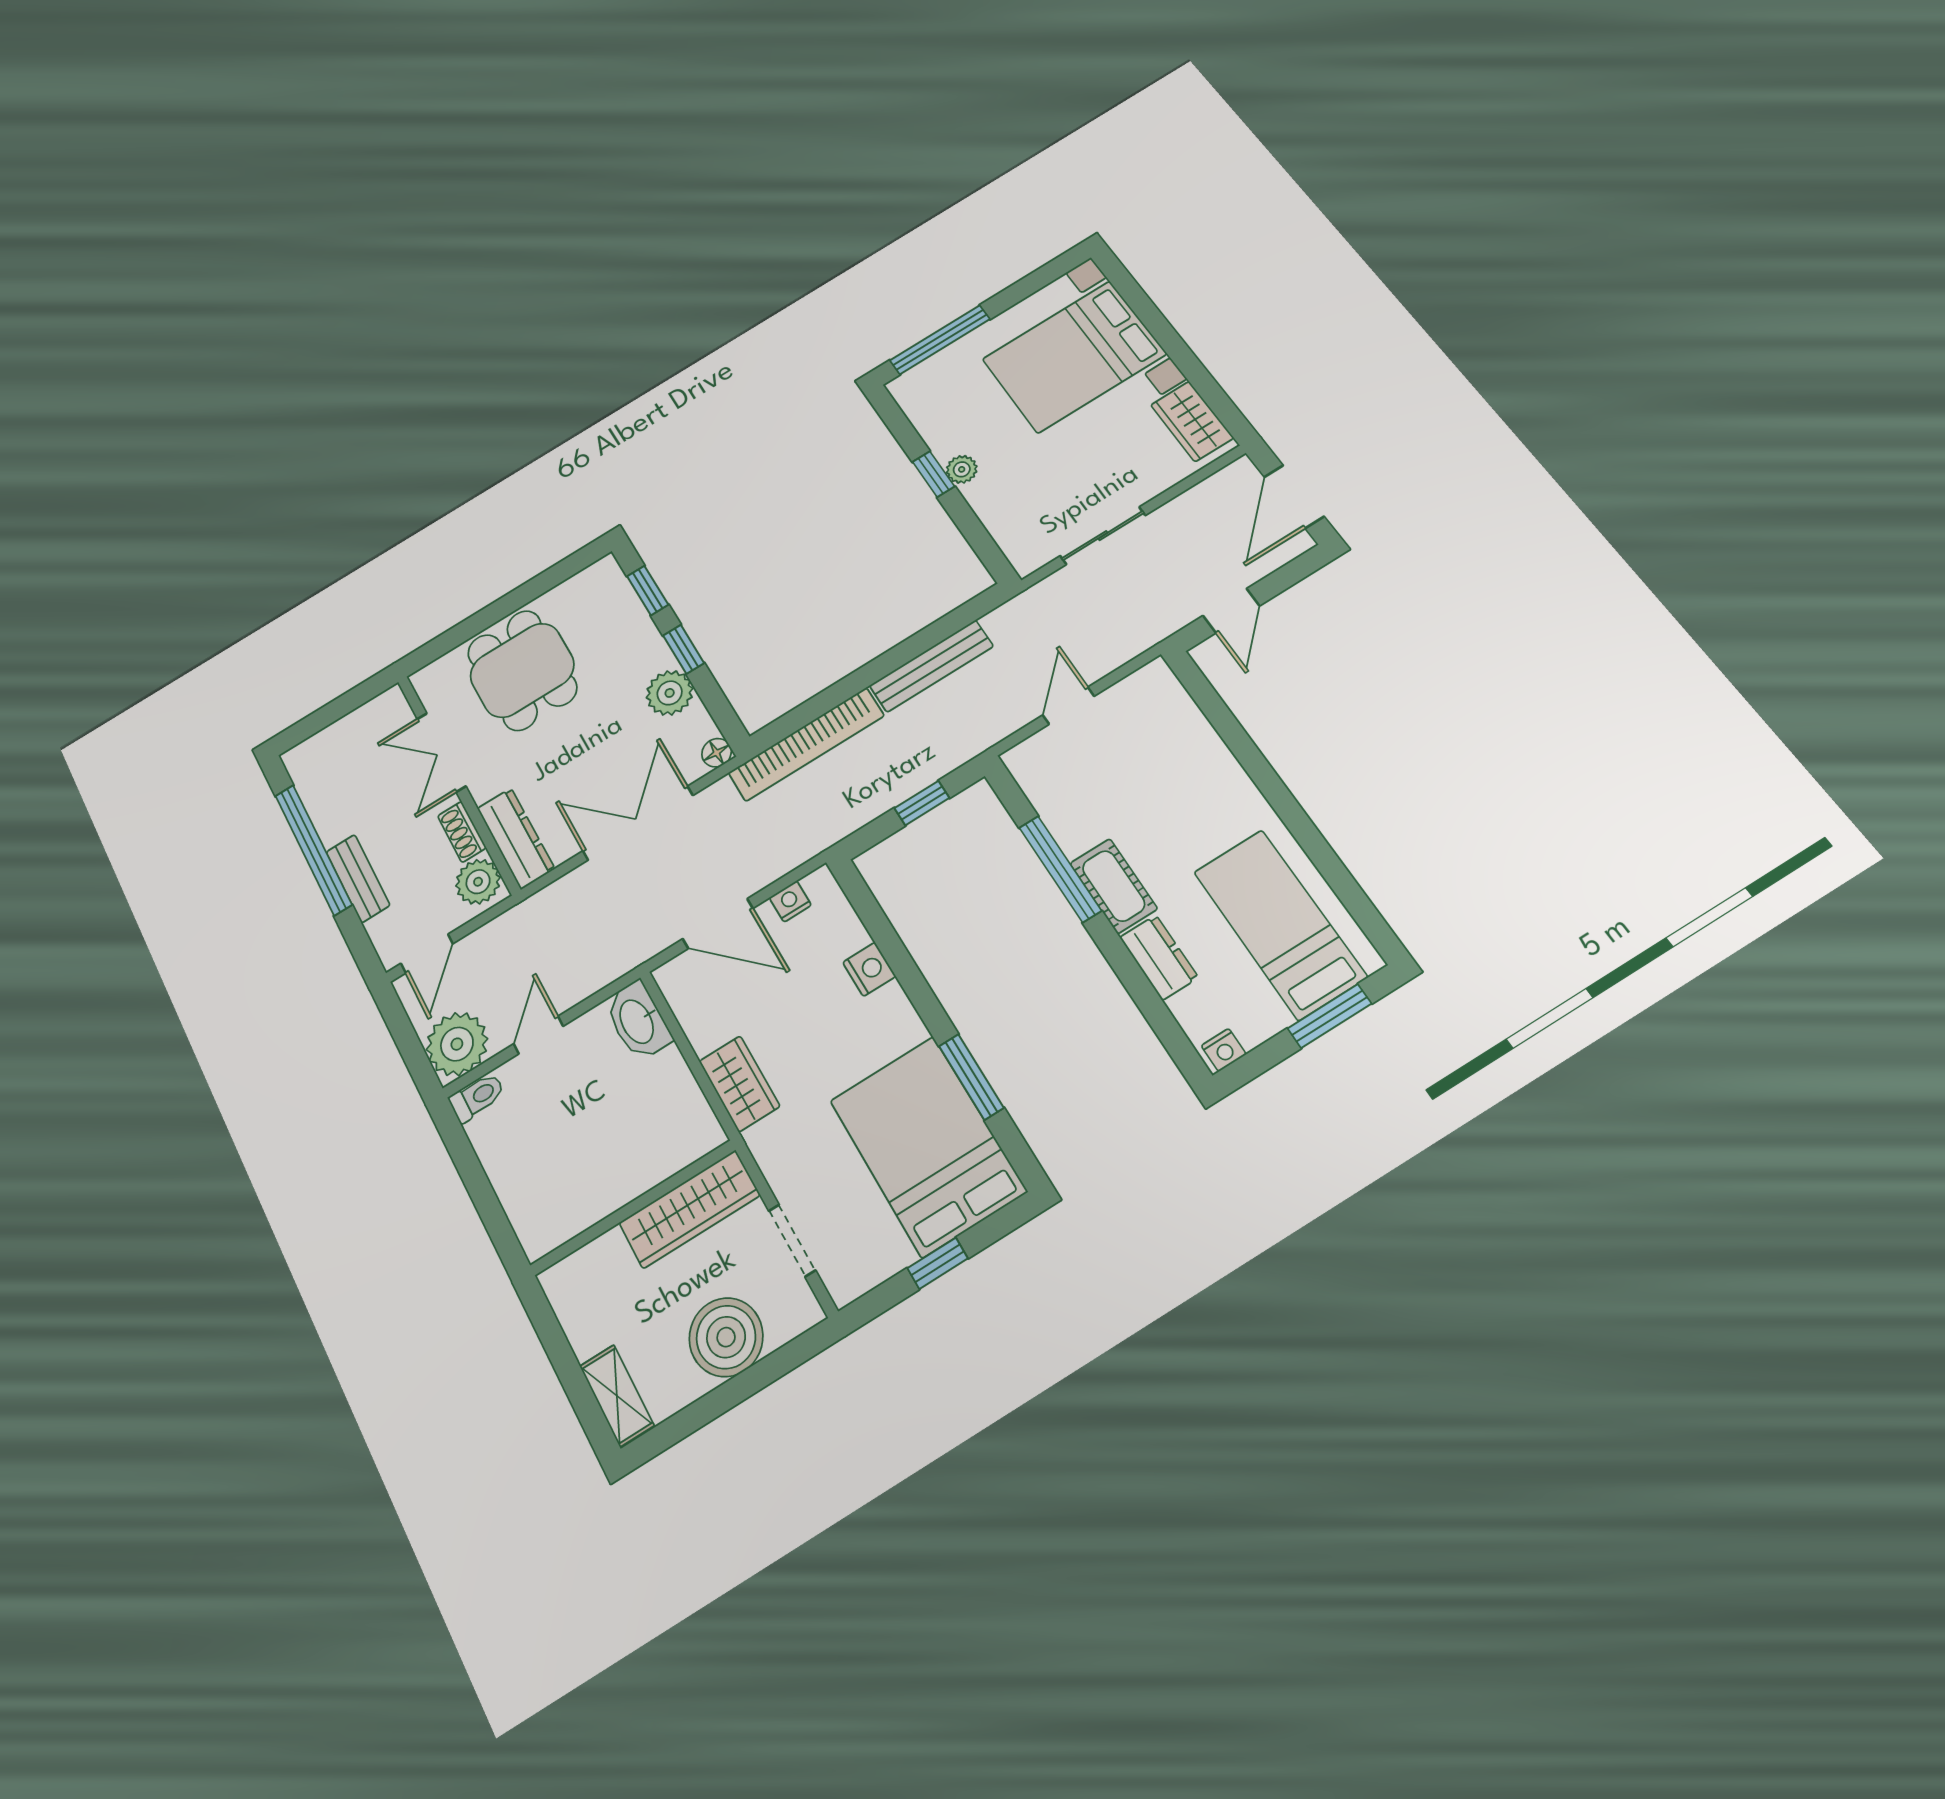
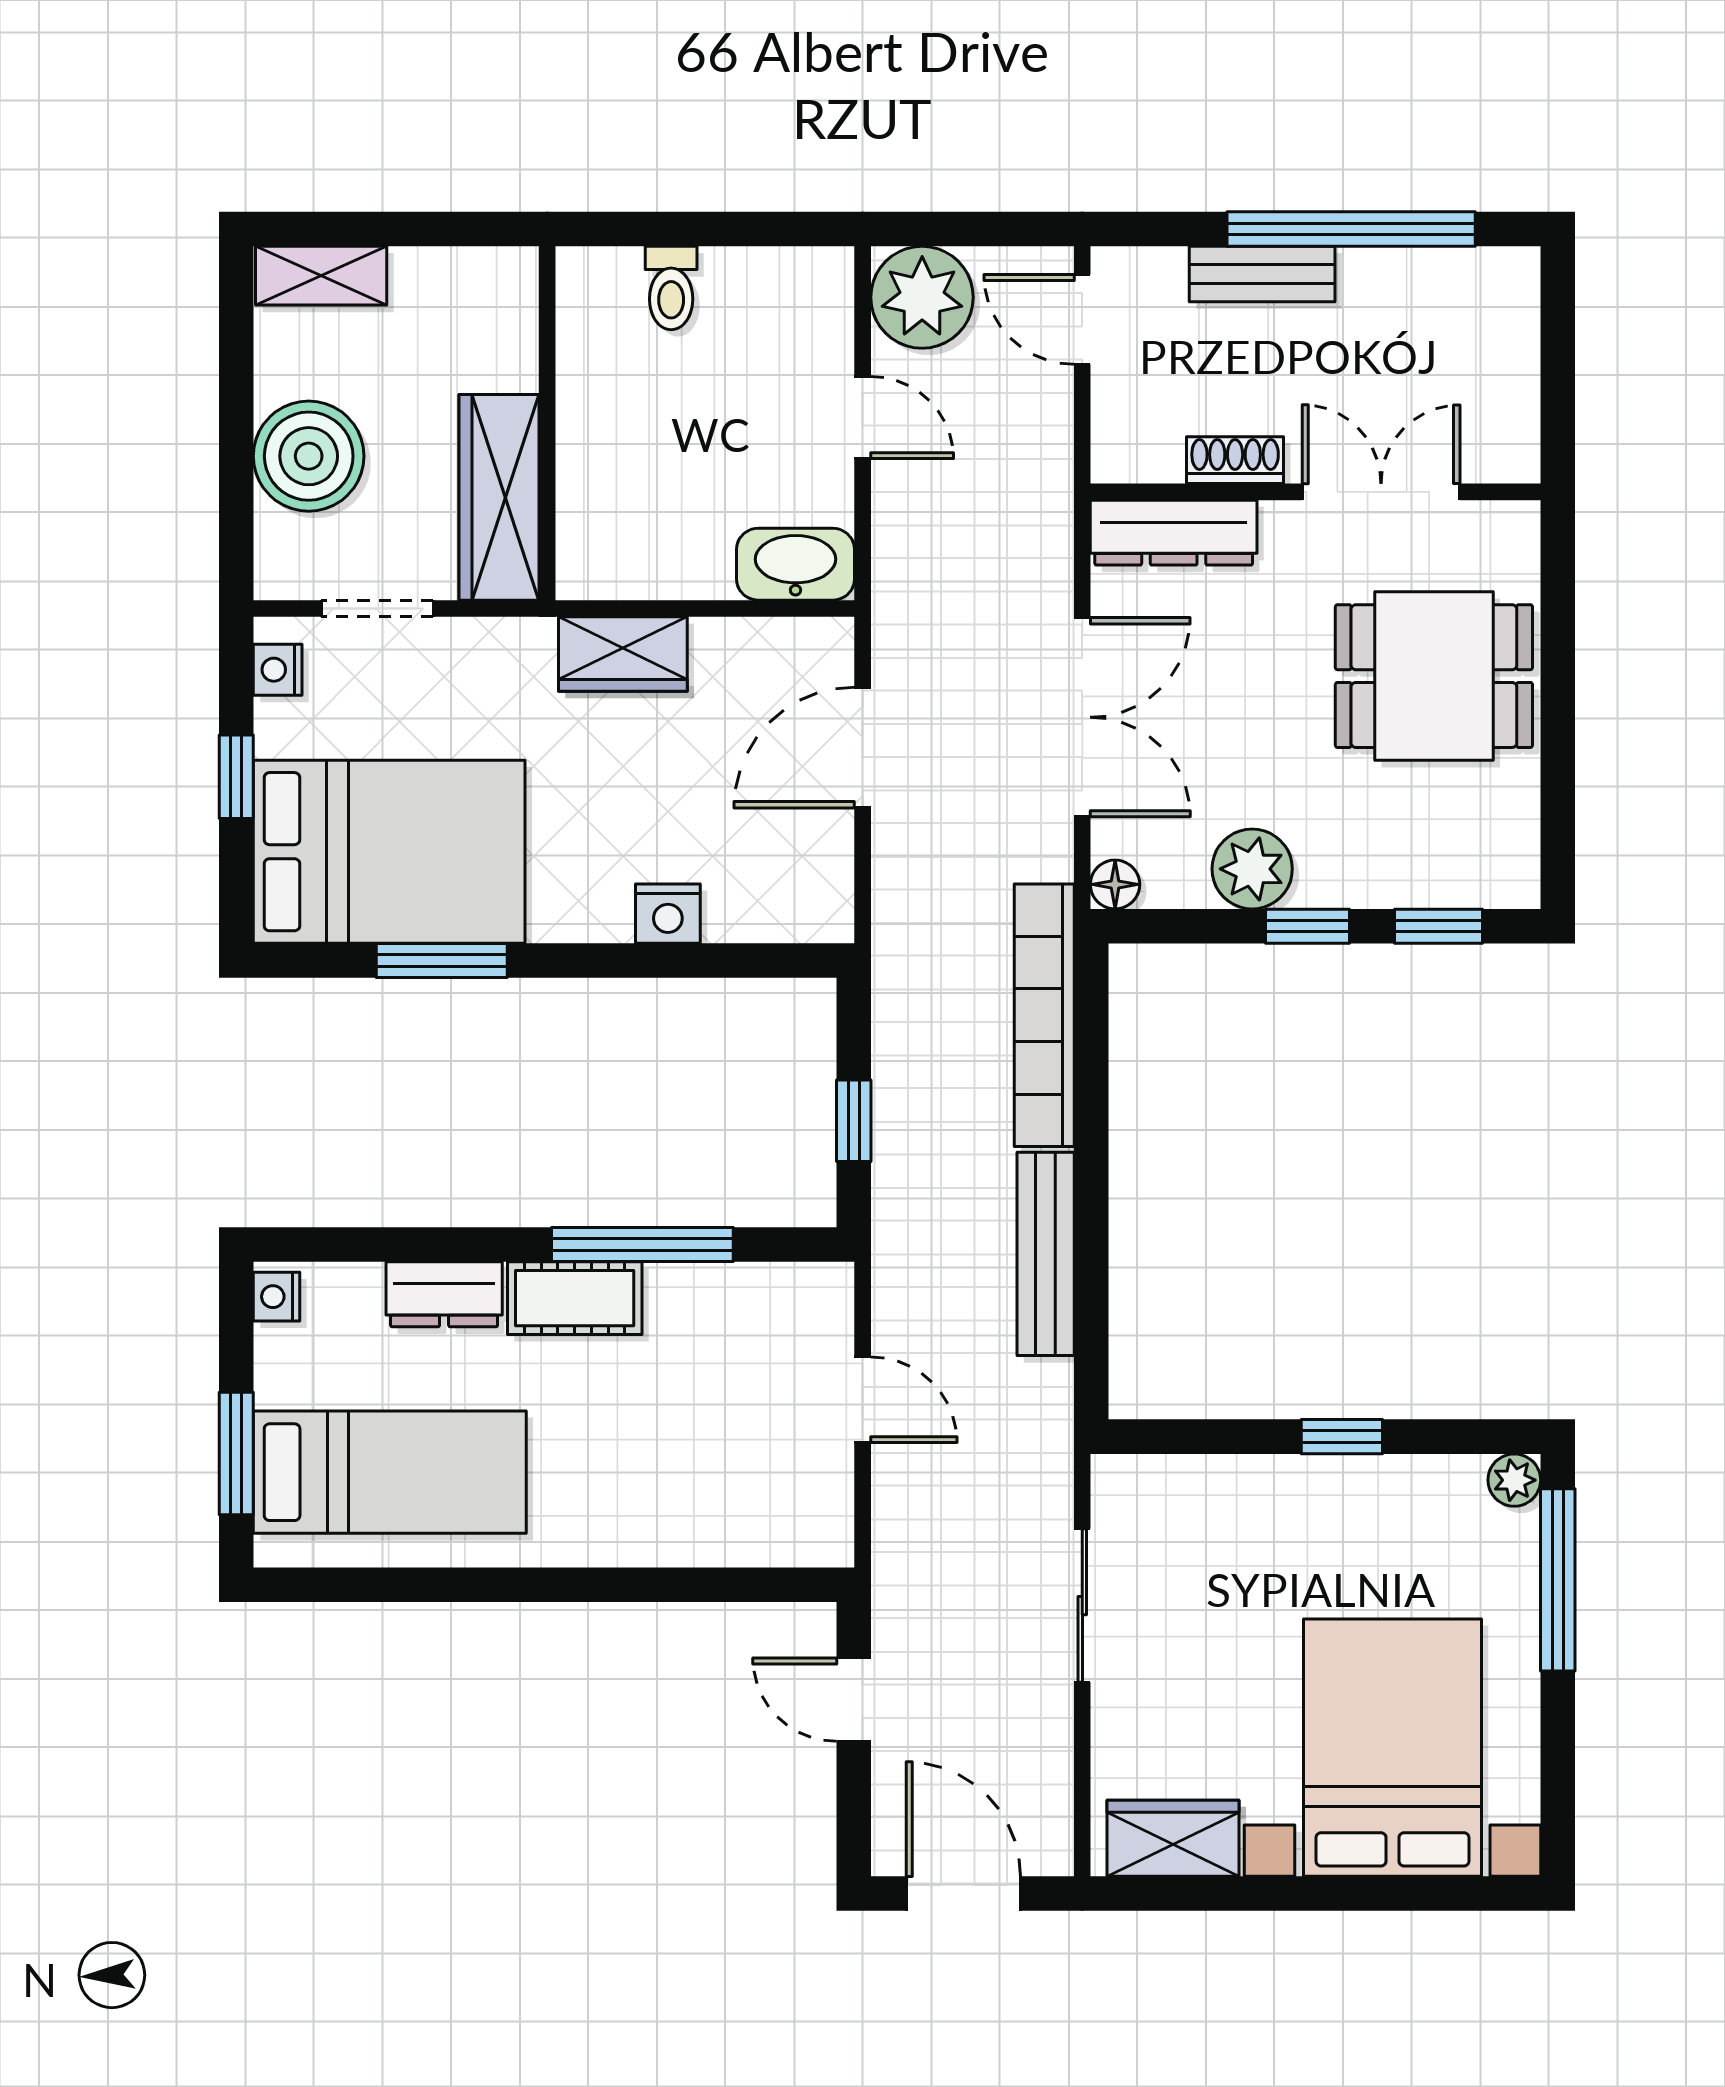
plant: (962, 469) -> (1514, 1480), moved
plant: (478, 882) -> (1143, 445), removed
nightstand: (790, 901) -> (278, 670), moved, turned 180
toilet: (477, 1097) -> (671, 288), moved

